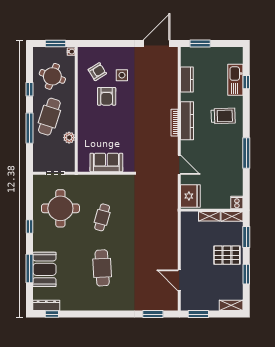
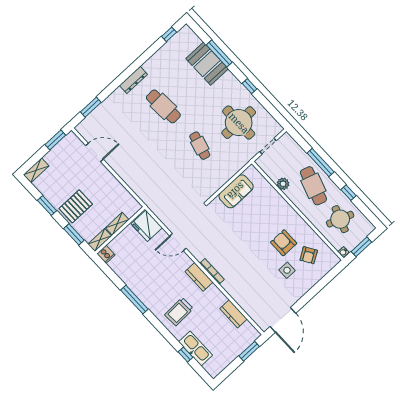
kitchen counter: (187, 121) -> (199, 277), width x0.67
dresser: (46, 305) -> (133, 80), moved

